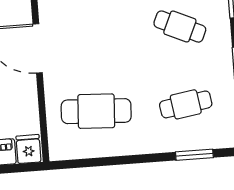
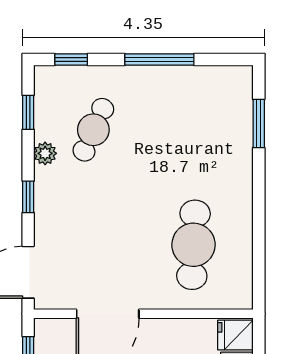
cafe table: (186, 104) -> (193, 130), removed

